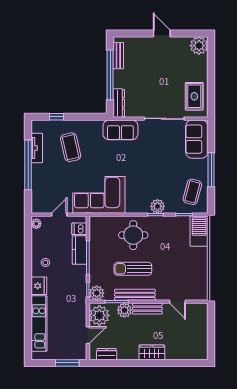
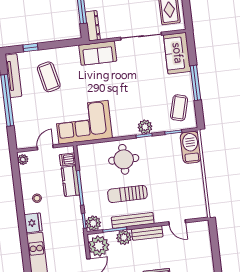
tv unit: (37, 148) -> (13, 76), width x1.41

